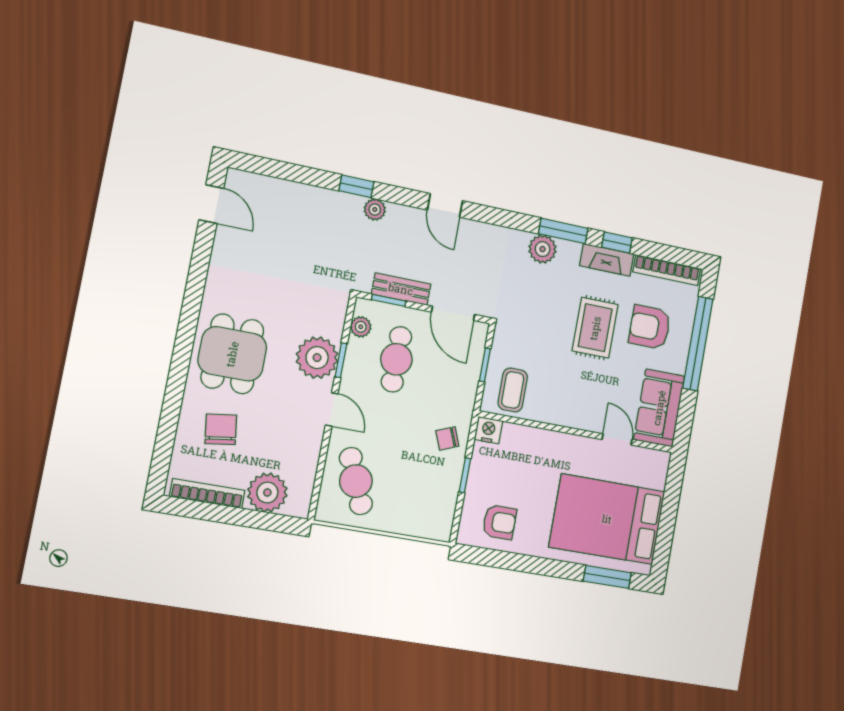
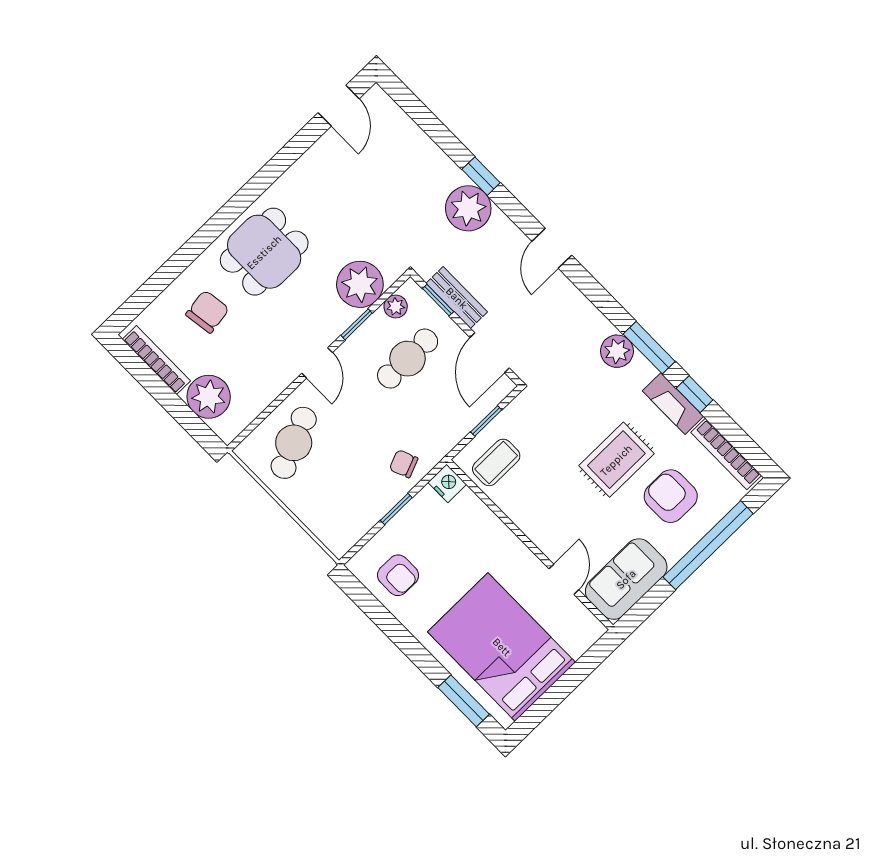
plant: (375, 210) -> (468, 208), width x1.87, depth x1.87
plant: (317, 358) -> (360, 284), moved

